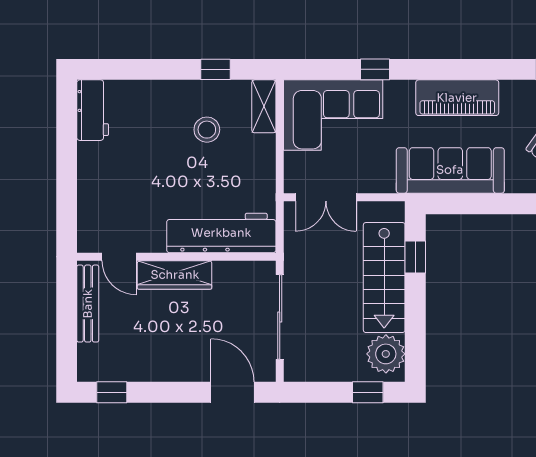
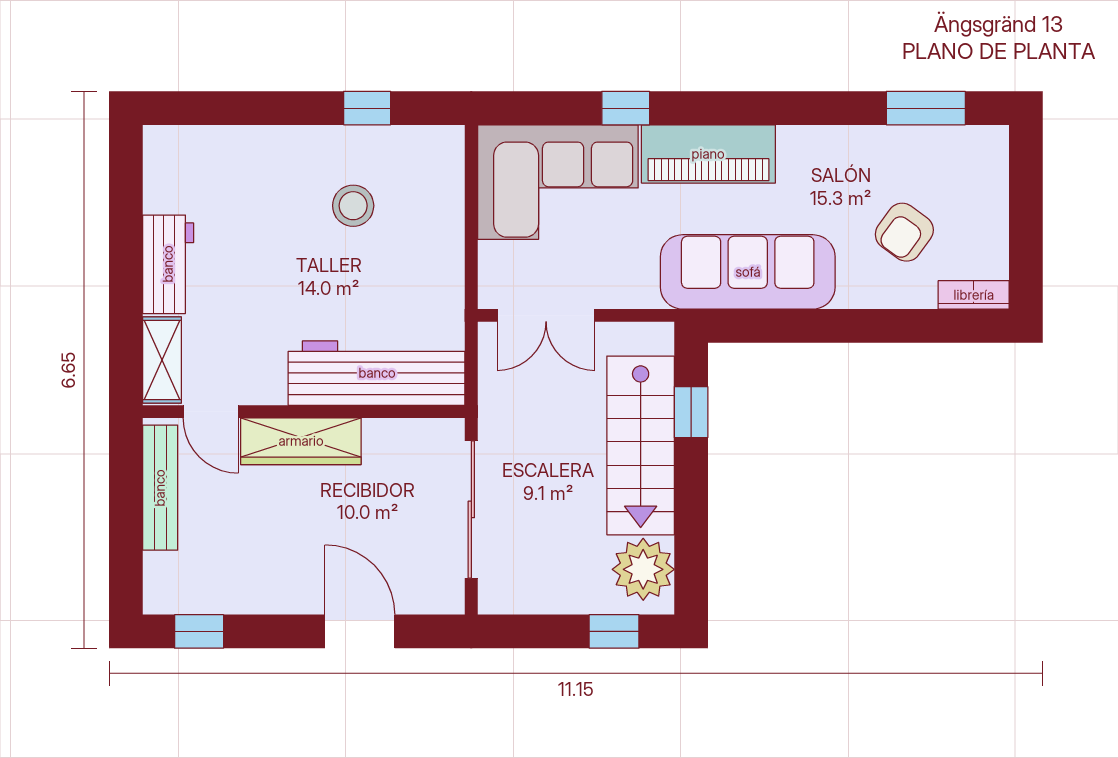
piano: (457, 98) -> (708, 154), moved
shelving: (264, 106) -> (162, 360), moved
workbench: (93, 110) -> (168, 264), moved
door: (233, 392) -> (360, 631), moved

